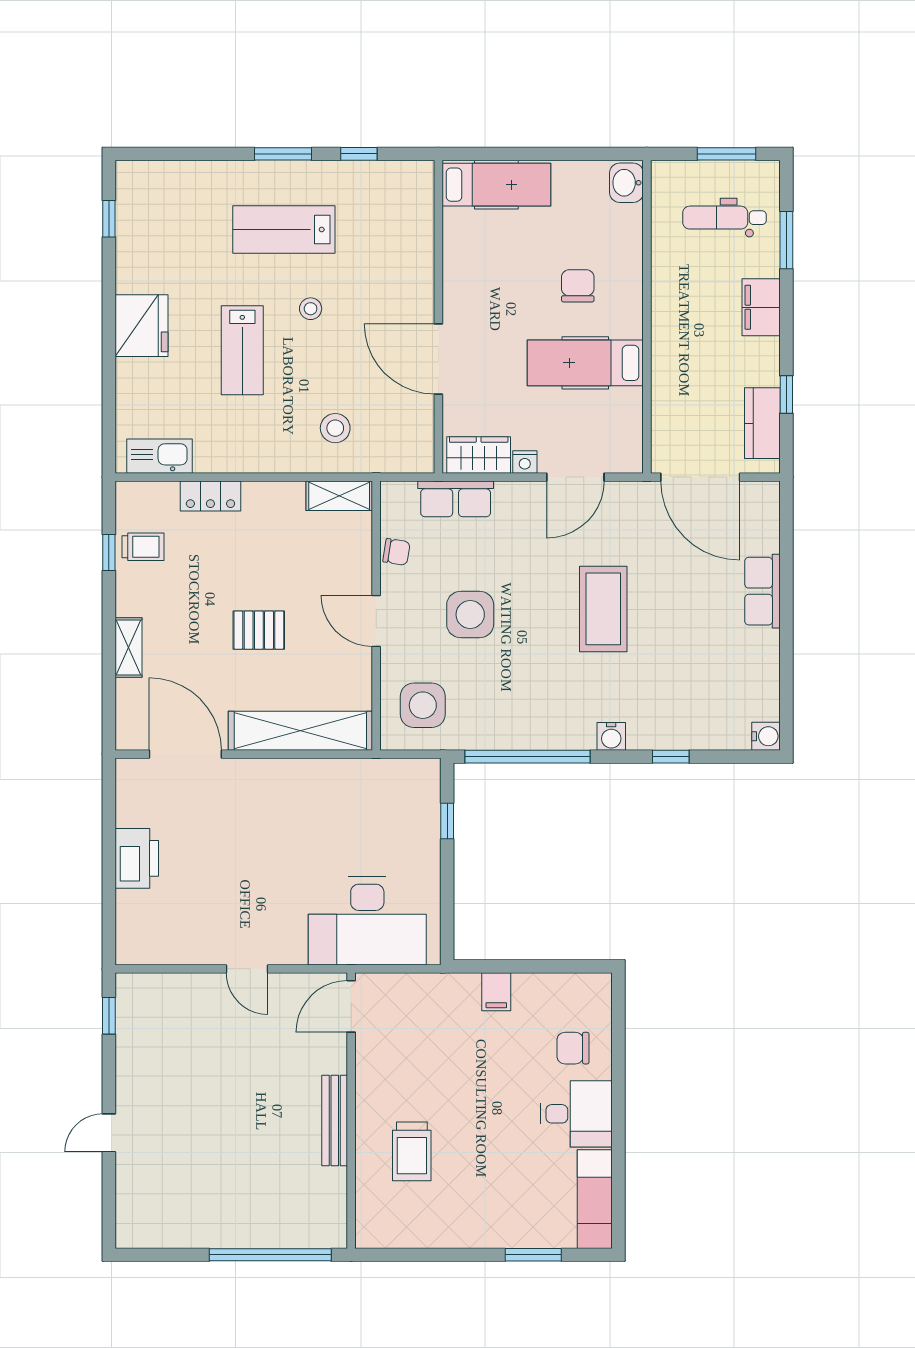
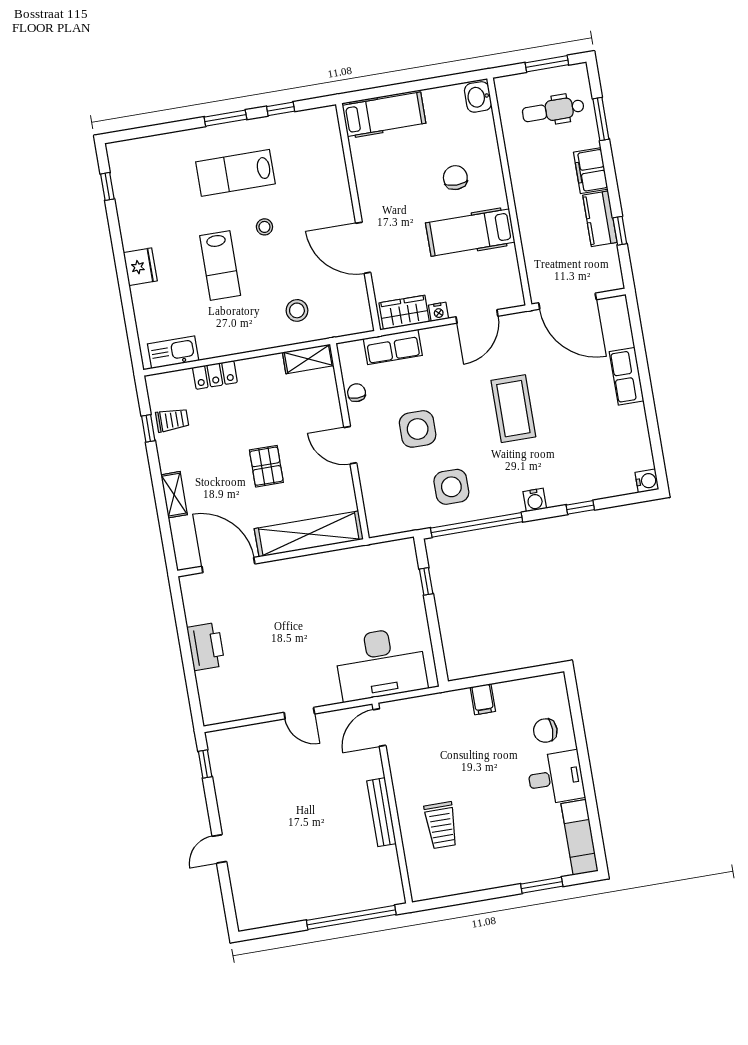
fridge: (141, 326) -> (140, 267), width x0.73, depth x0.75
kitchen counter: (762, 423) -> (600, 219), moved
chair: (396, 552) -> (357, 393), turned -99
pallet: (259, 630) -> (266, 466), turned 90
side table: (423, 705) -> (451, 487), moved

